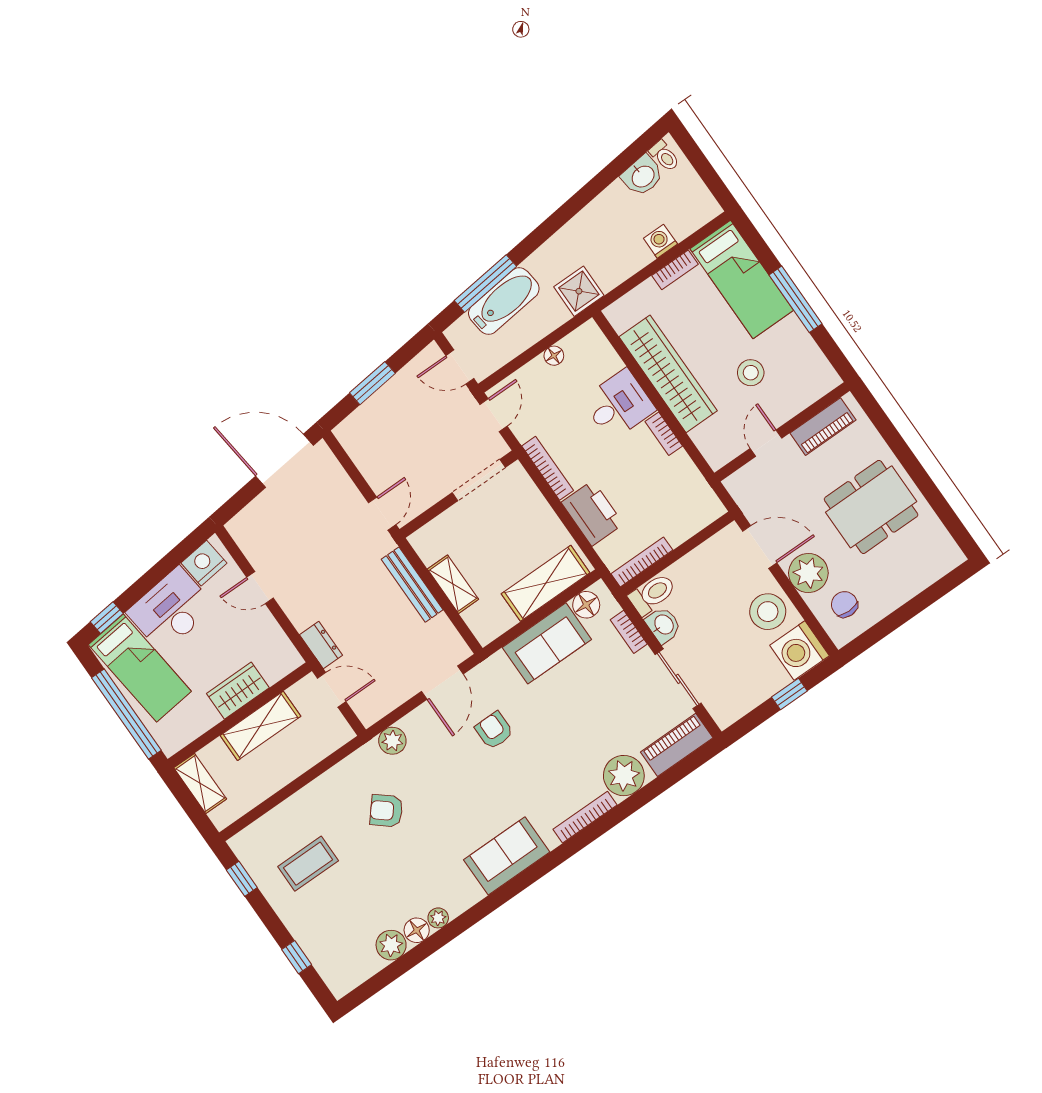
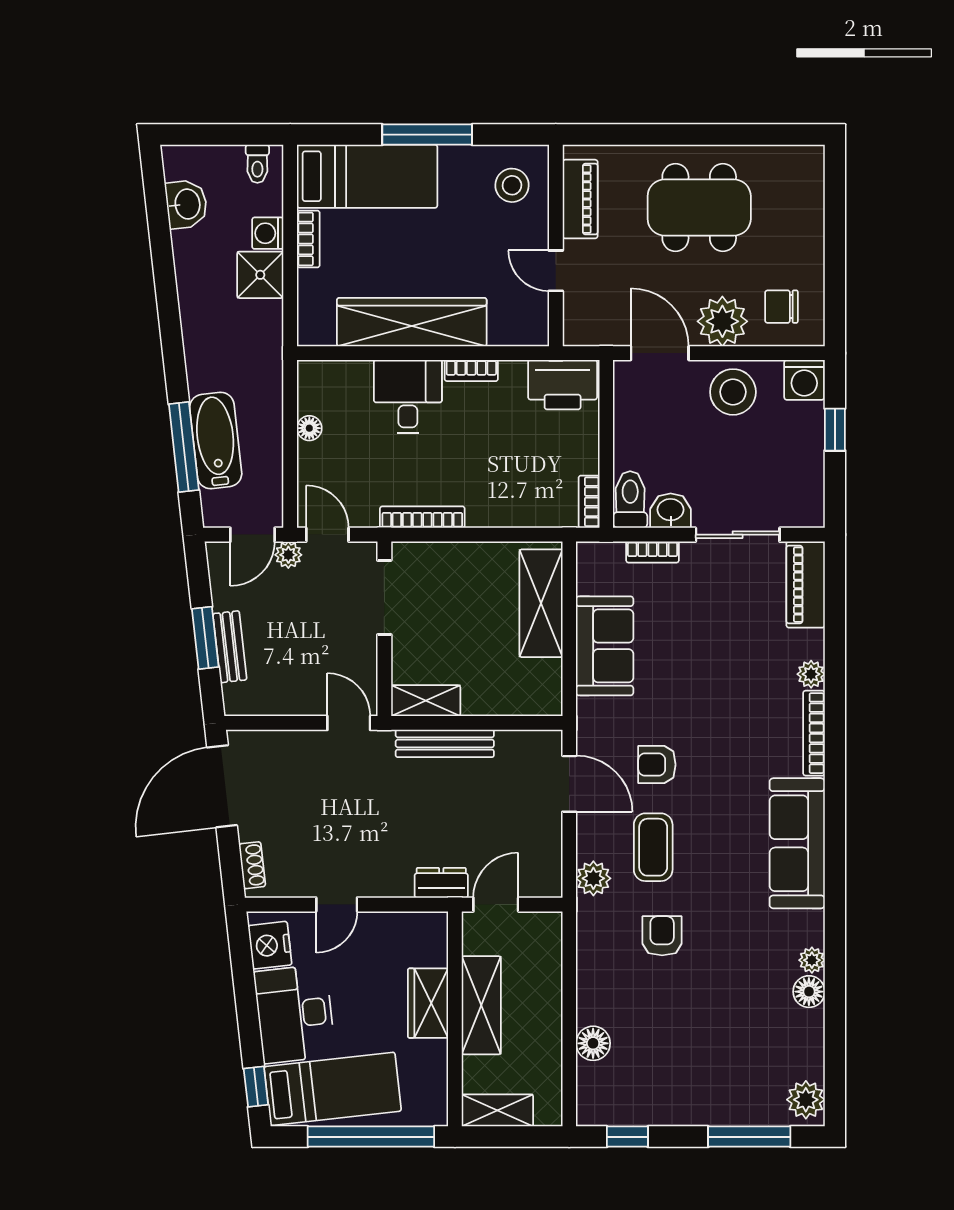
toilet: (664, 156) -> (257, 164), moved, turned 96
shower: (579, 291) -> (260, 275), moved
stool: (751, 373) -> (512, 185), moved
plant: (463, 399) -> (288, 555), added
bench: (378, 403) -> (230, 647), added
dining table: (871, 507) -> (699, 208), turned 90
printer: (592, 513) -> (563, 385), moved, turned 180
shoe rack: (247, 516) -> (252, 865), added
door: (760, 547) -> (660, 353), hinge flipped
bookcase: (642, 562) -> (589, 502), width x0.64
shelving: (453, 584) -> (426, 701), moved
floor lamp: (586, 605) -> (593, 1043), moved
washing machine: (800, 650) -> (804, 380), width x0.73, depth x0.73
plant: (624, 776) -> (811, 674), width x0.53, depth x0.53
armchair: (386, 811) -> (662, 936), turned 140
sofa: (507, 856) -> (797, 843), width x1.36
coffee table: (308, 864) -> (653, 847), moved
plant: (391, 945) -> (806, 1100), moved
window: (297, 957) -> (749, 1137), width x2.17

